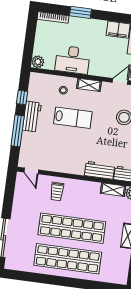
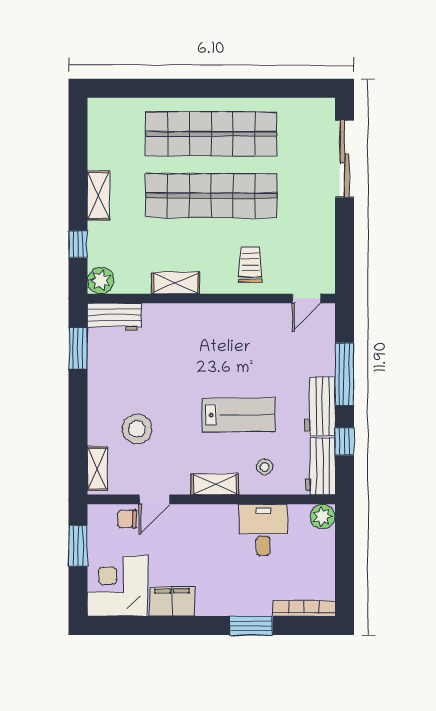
desk: (72, 60) -> (263, 530), width x0.73
lab bench: (73, 118) -> (238, 415), turned 180
workbench: (100, 170) -> (320, 466), moved, turned 90
door: (31, 171) -> (307, 298), swing flipped
shelving: (113, 190) -> (176, 283), moved

